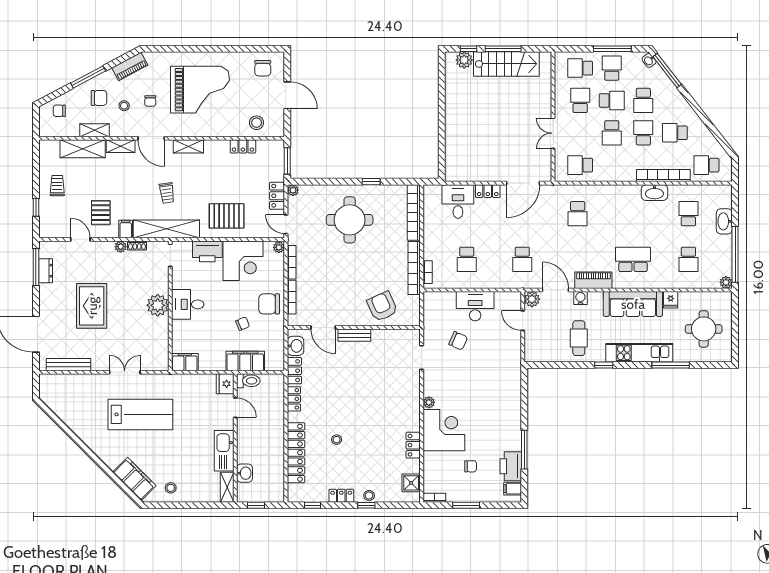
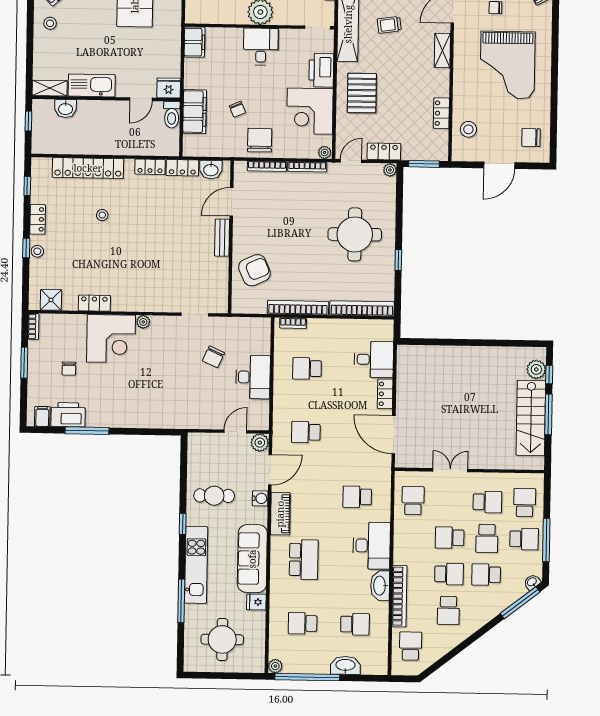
school desk: (675, 133) -> (448, 610), turned 180
desk: (620, 201) -> (372, 546), added

